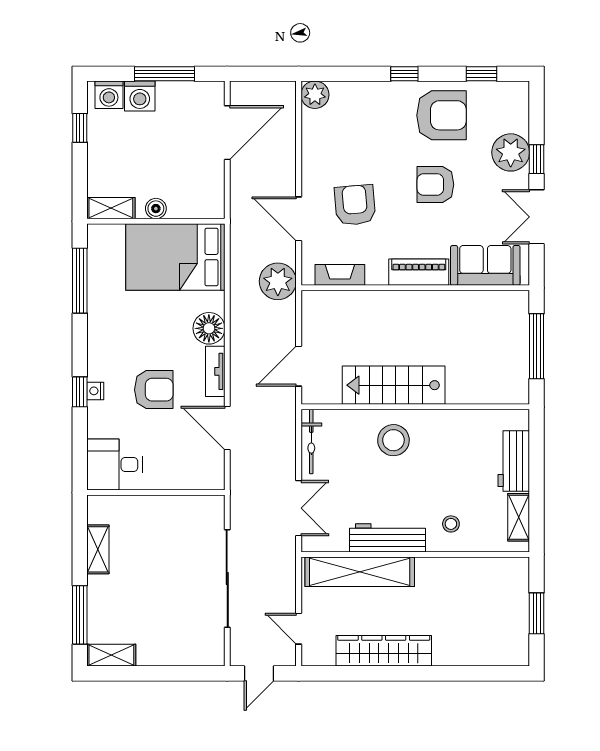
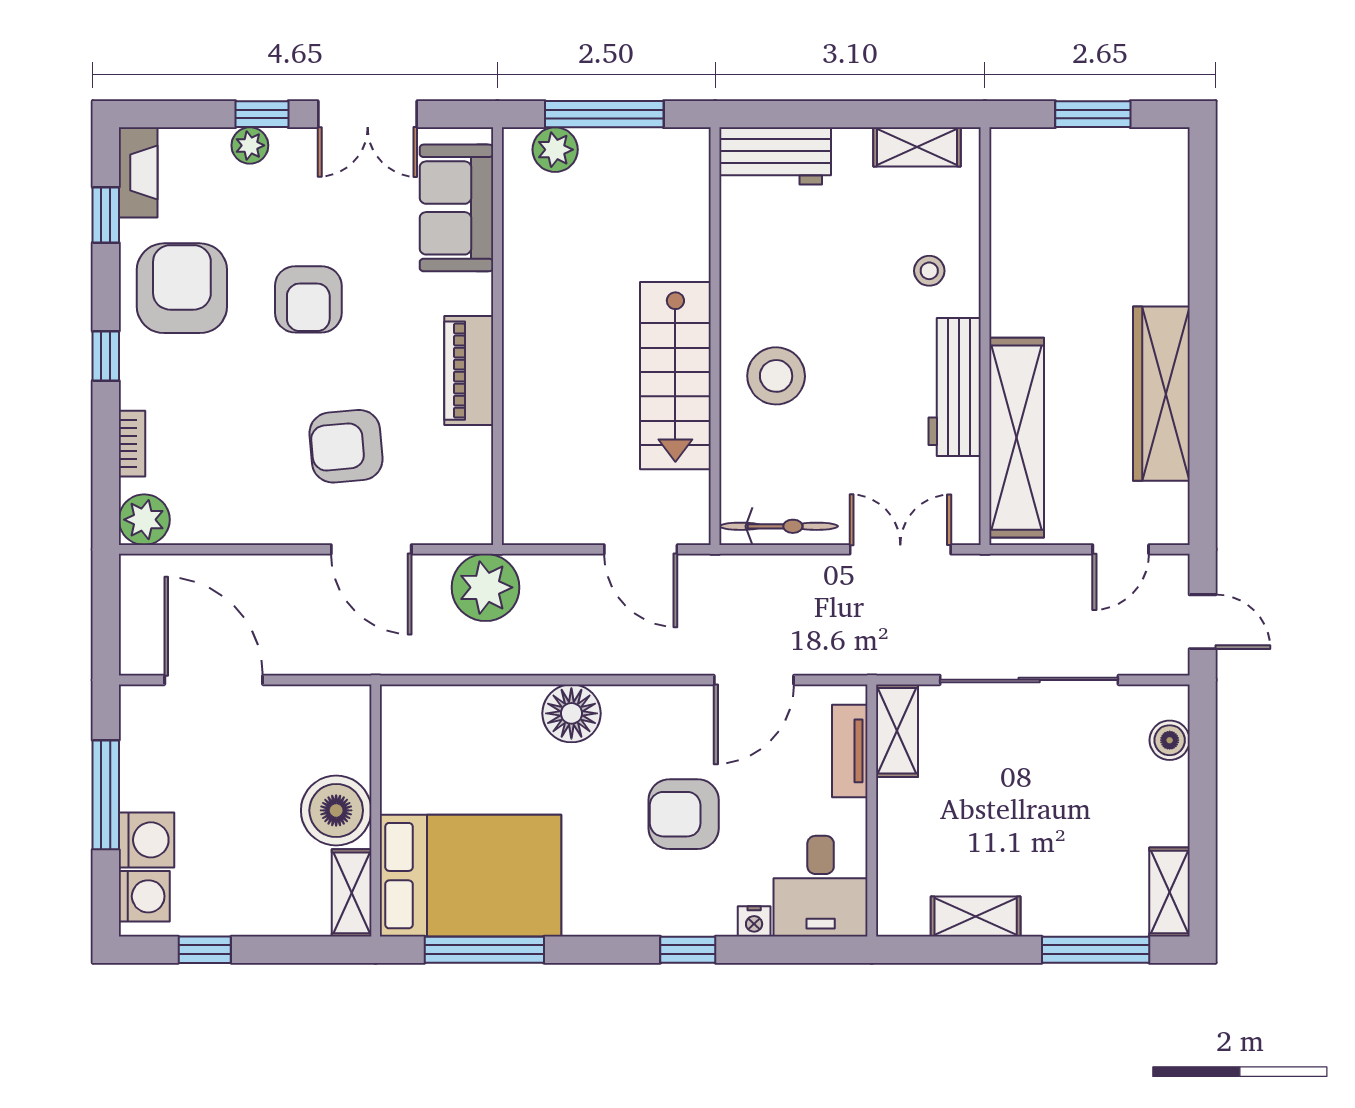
bookcase: (356, 88) -> (132, 444), added
plant: (511, 152) -> (250, 145), width x0.53, depth x0.53
boiler: (156, 209) -> (336, 810), width x1.86, depth x1.86
door: (299, 219) -> (371, 549), hinge flipped
bed: (175, 257) -> (470, 876), moved, turned -90
piano: (419, 272) -> (469, 371), moved
fireplace: (340, 275) -> (138, 172), moved, turned 180
plant: (517, 319) -> (555, 150), added
tv unit: (215, 371) -> (850, 751), moved, turned 90
armchair: (154, 390) -> (684, 814), turned -90
nightstand: (95, 391) -> (754, 921), moved
workbench: (514, 461) -> (775, 156), moved
shelving: (199, 506) -> (897, 731), added
boiler: (194, 655) -> (1170, 740), added

